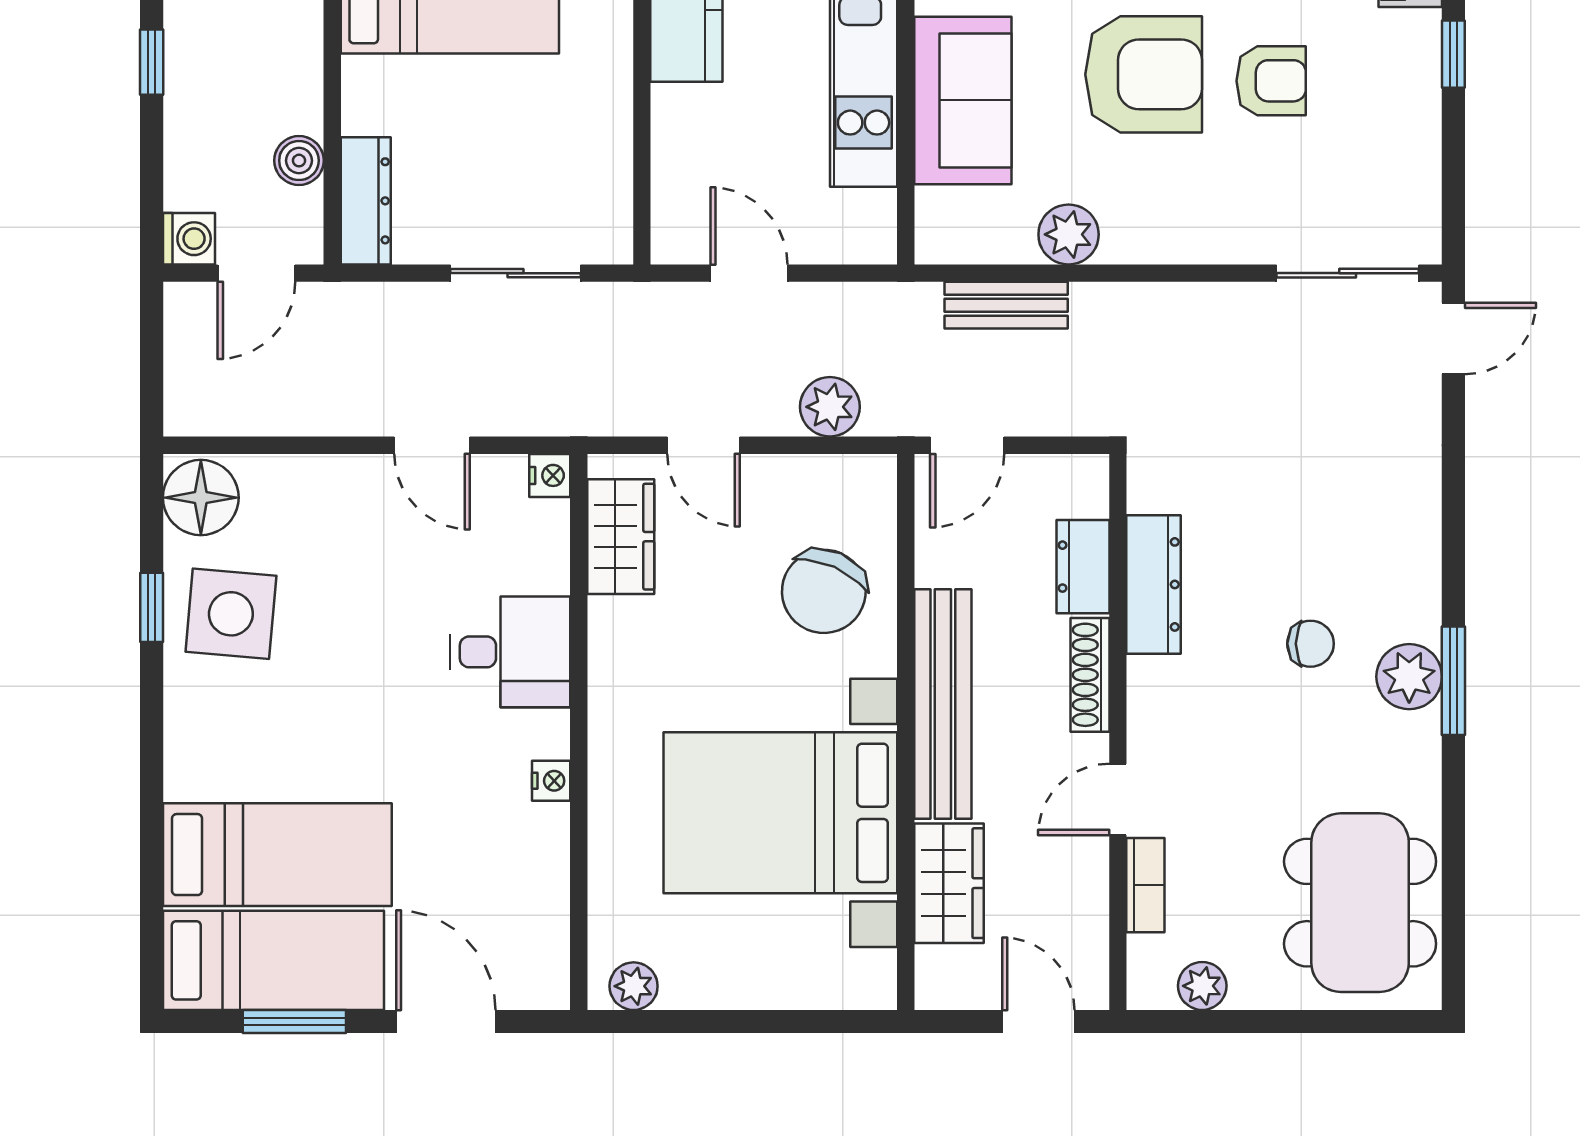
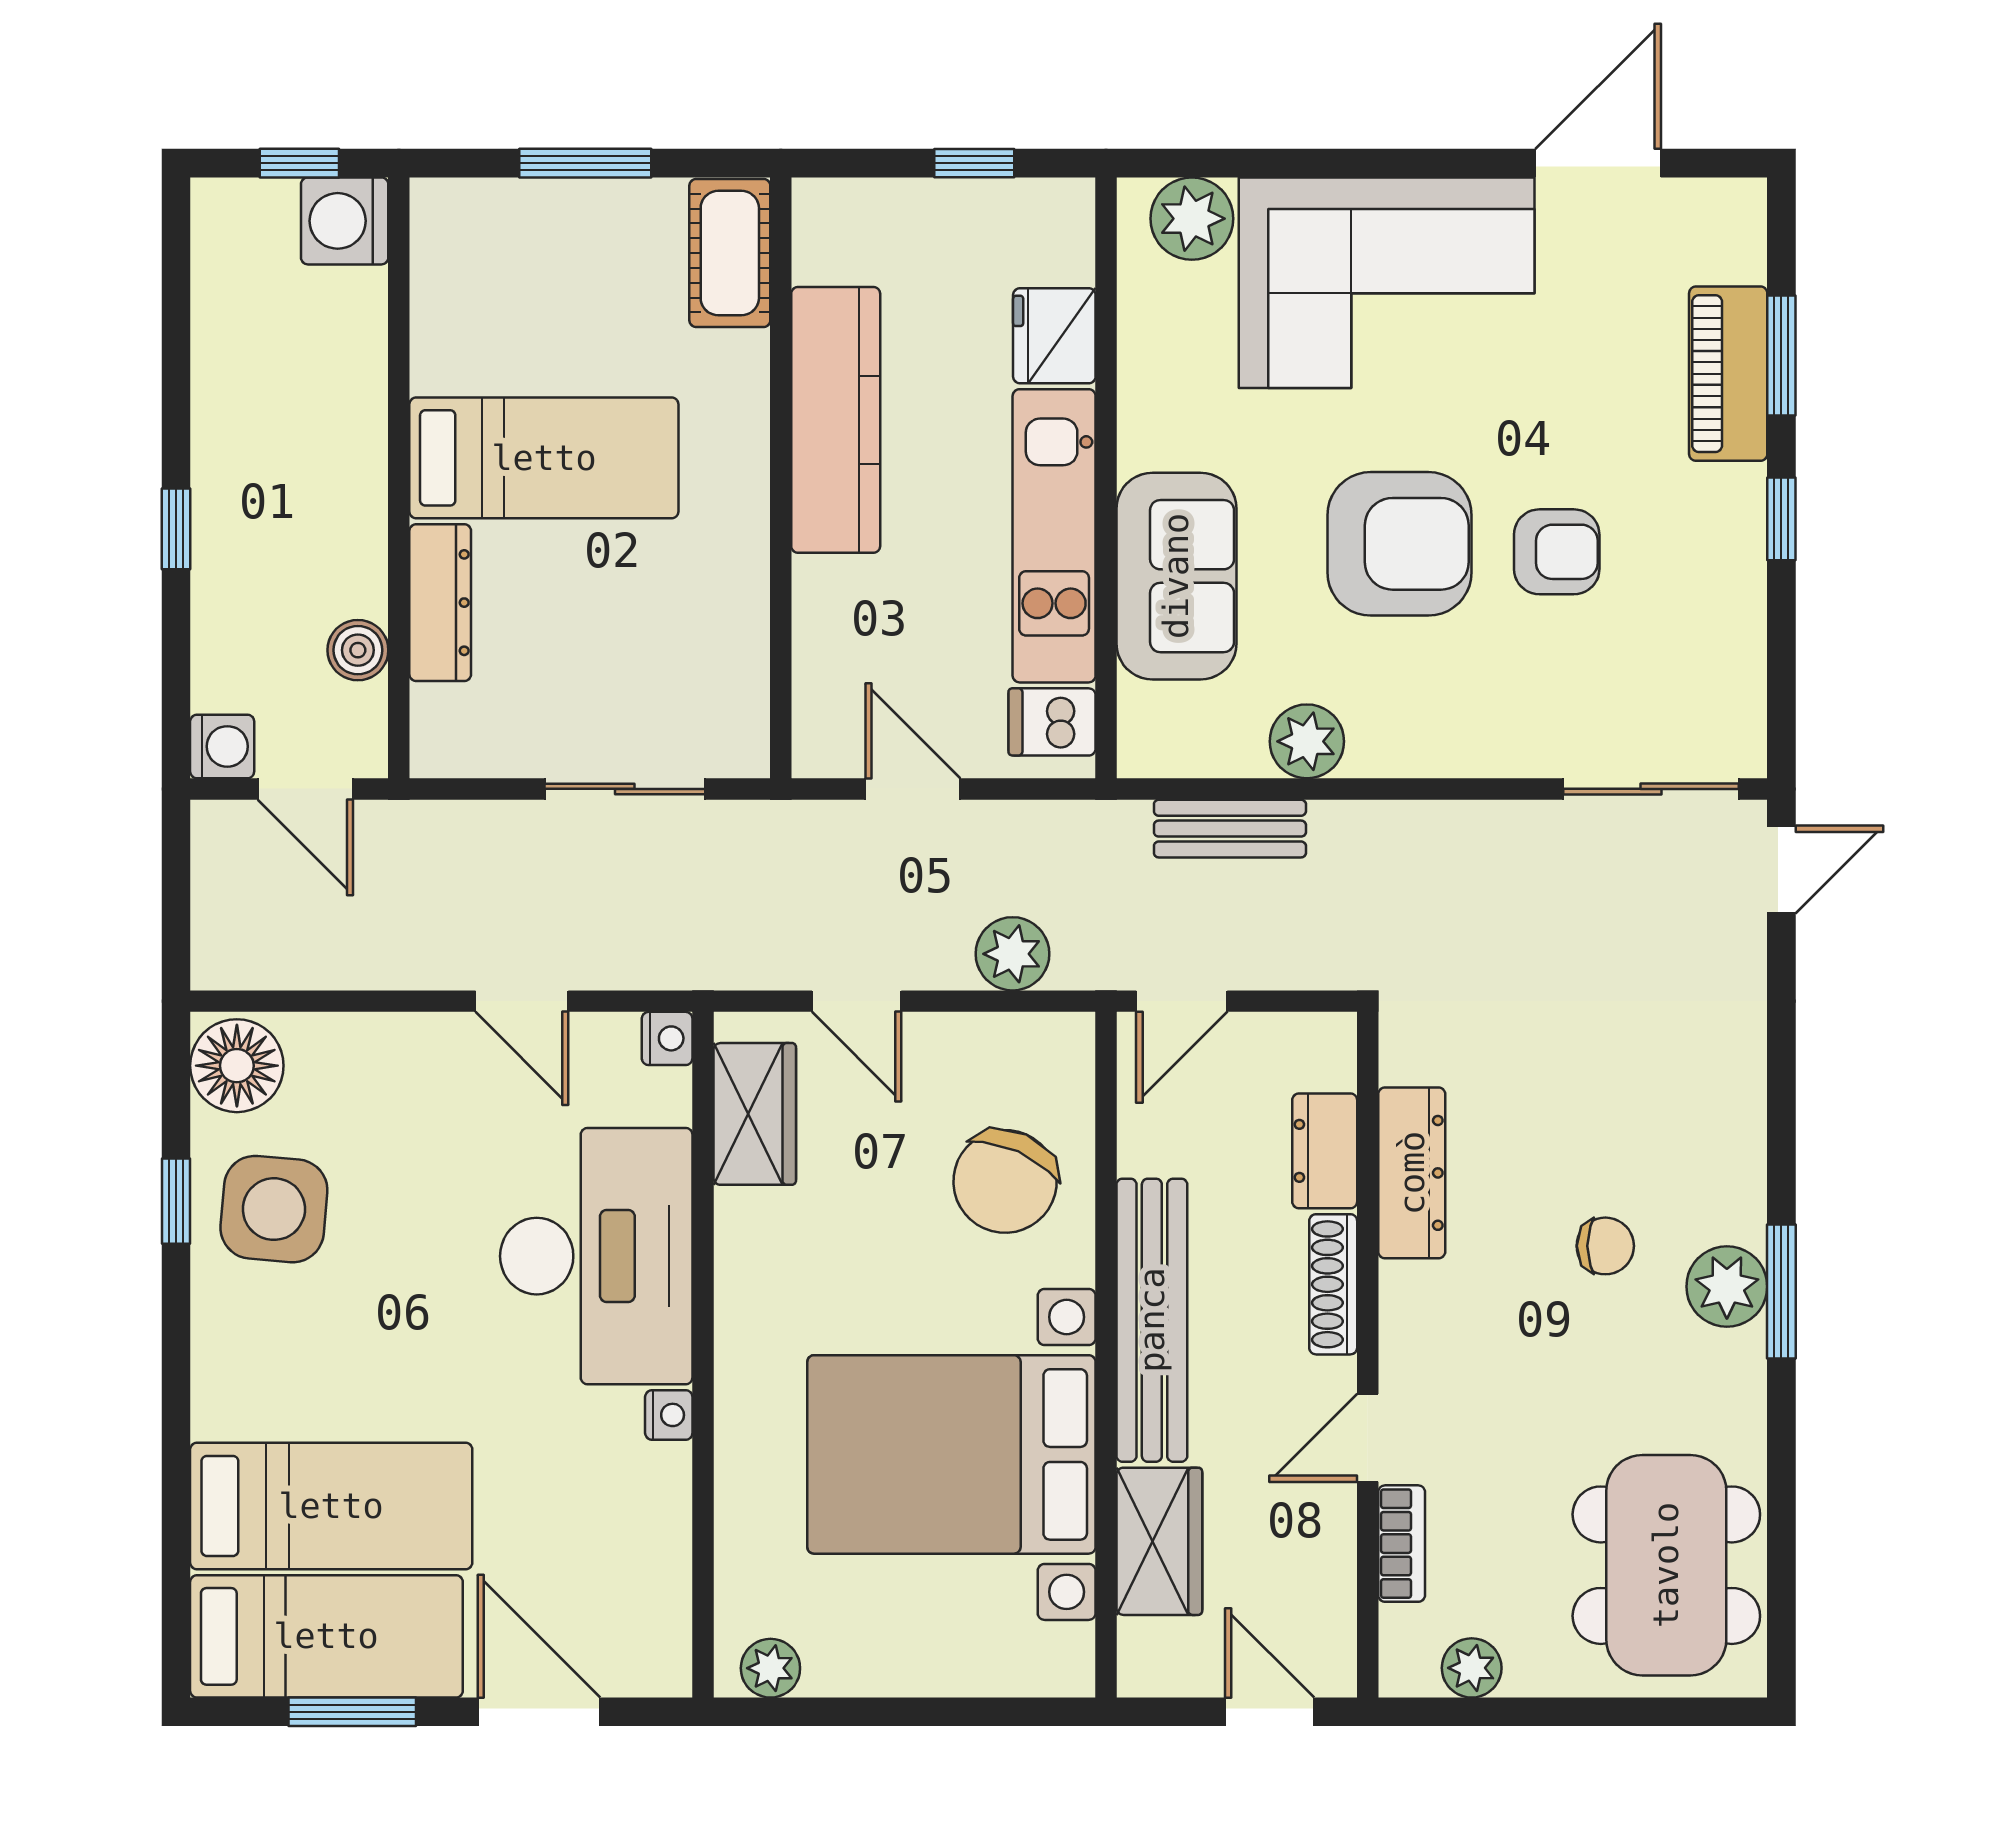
dresser: (366, 201) -> (440, 603), moved
dishwasher: (862, 219) -> (1052, 722), added
door: (256, 273) -> (305, 789), hinge flipped
desk: (510, 652) -> (596, 1256), width x1.87, depth x1.30

